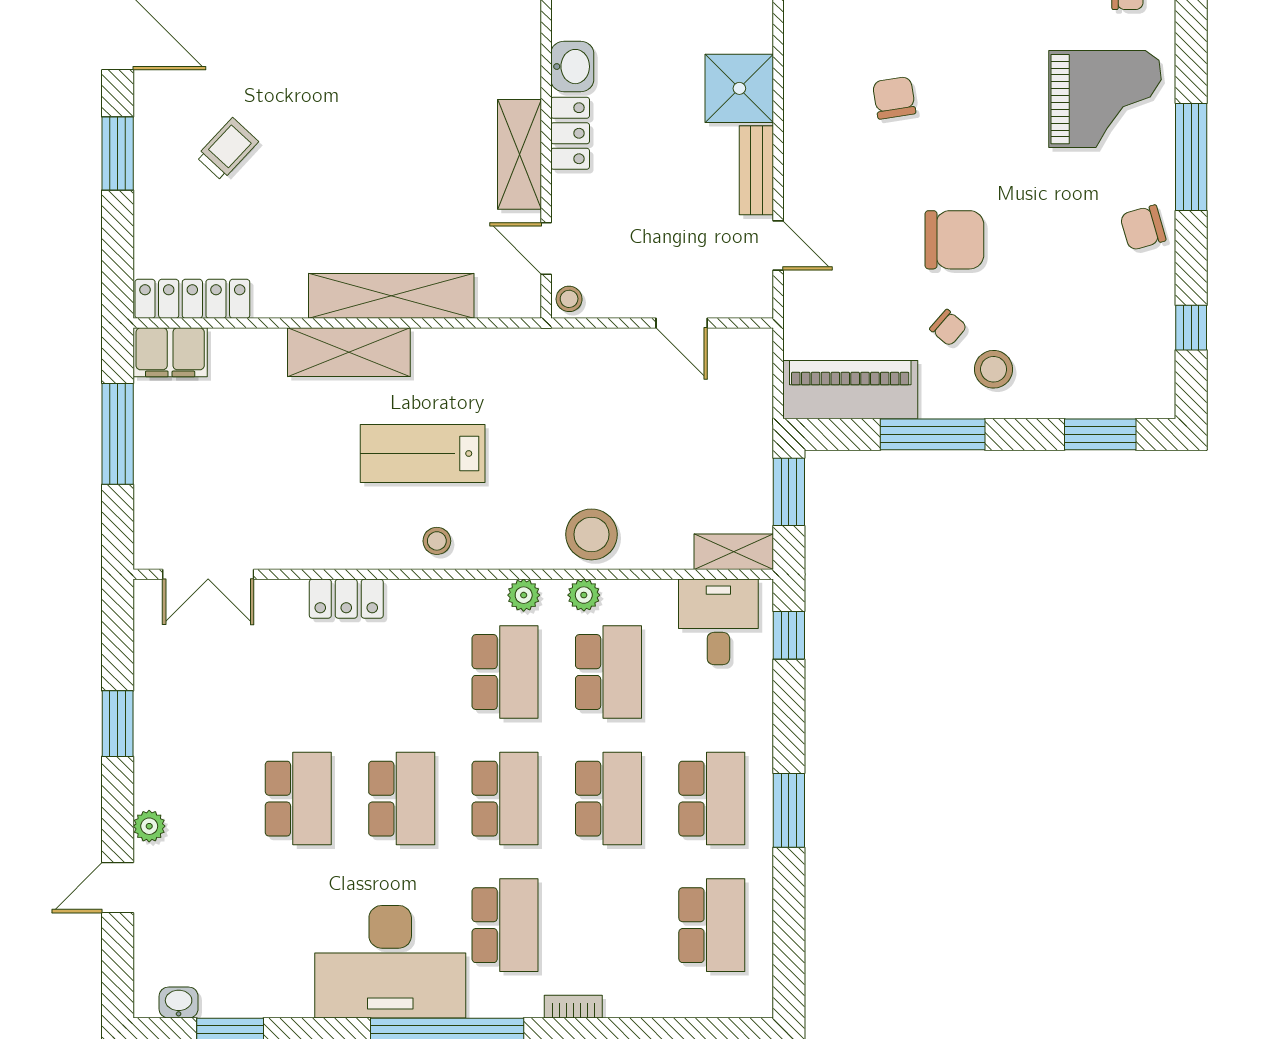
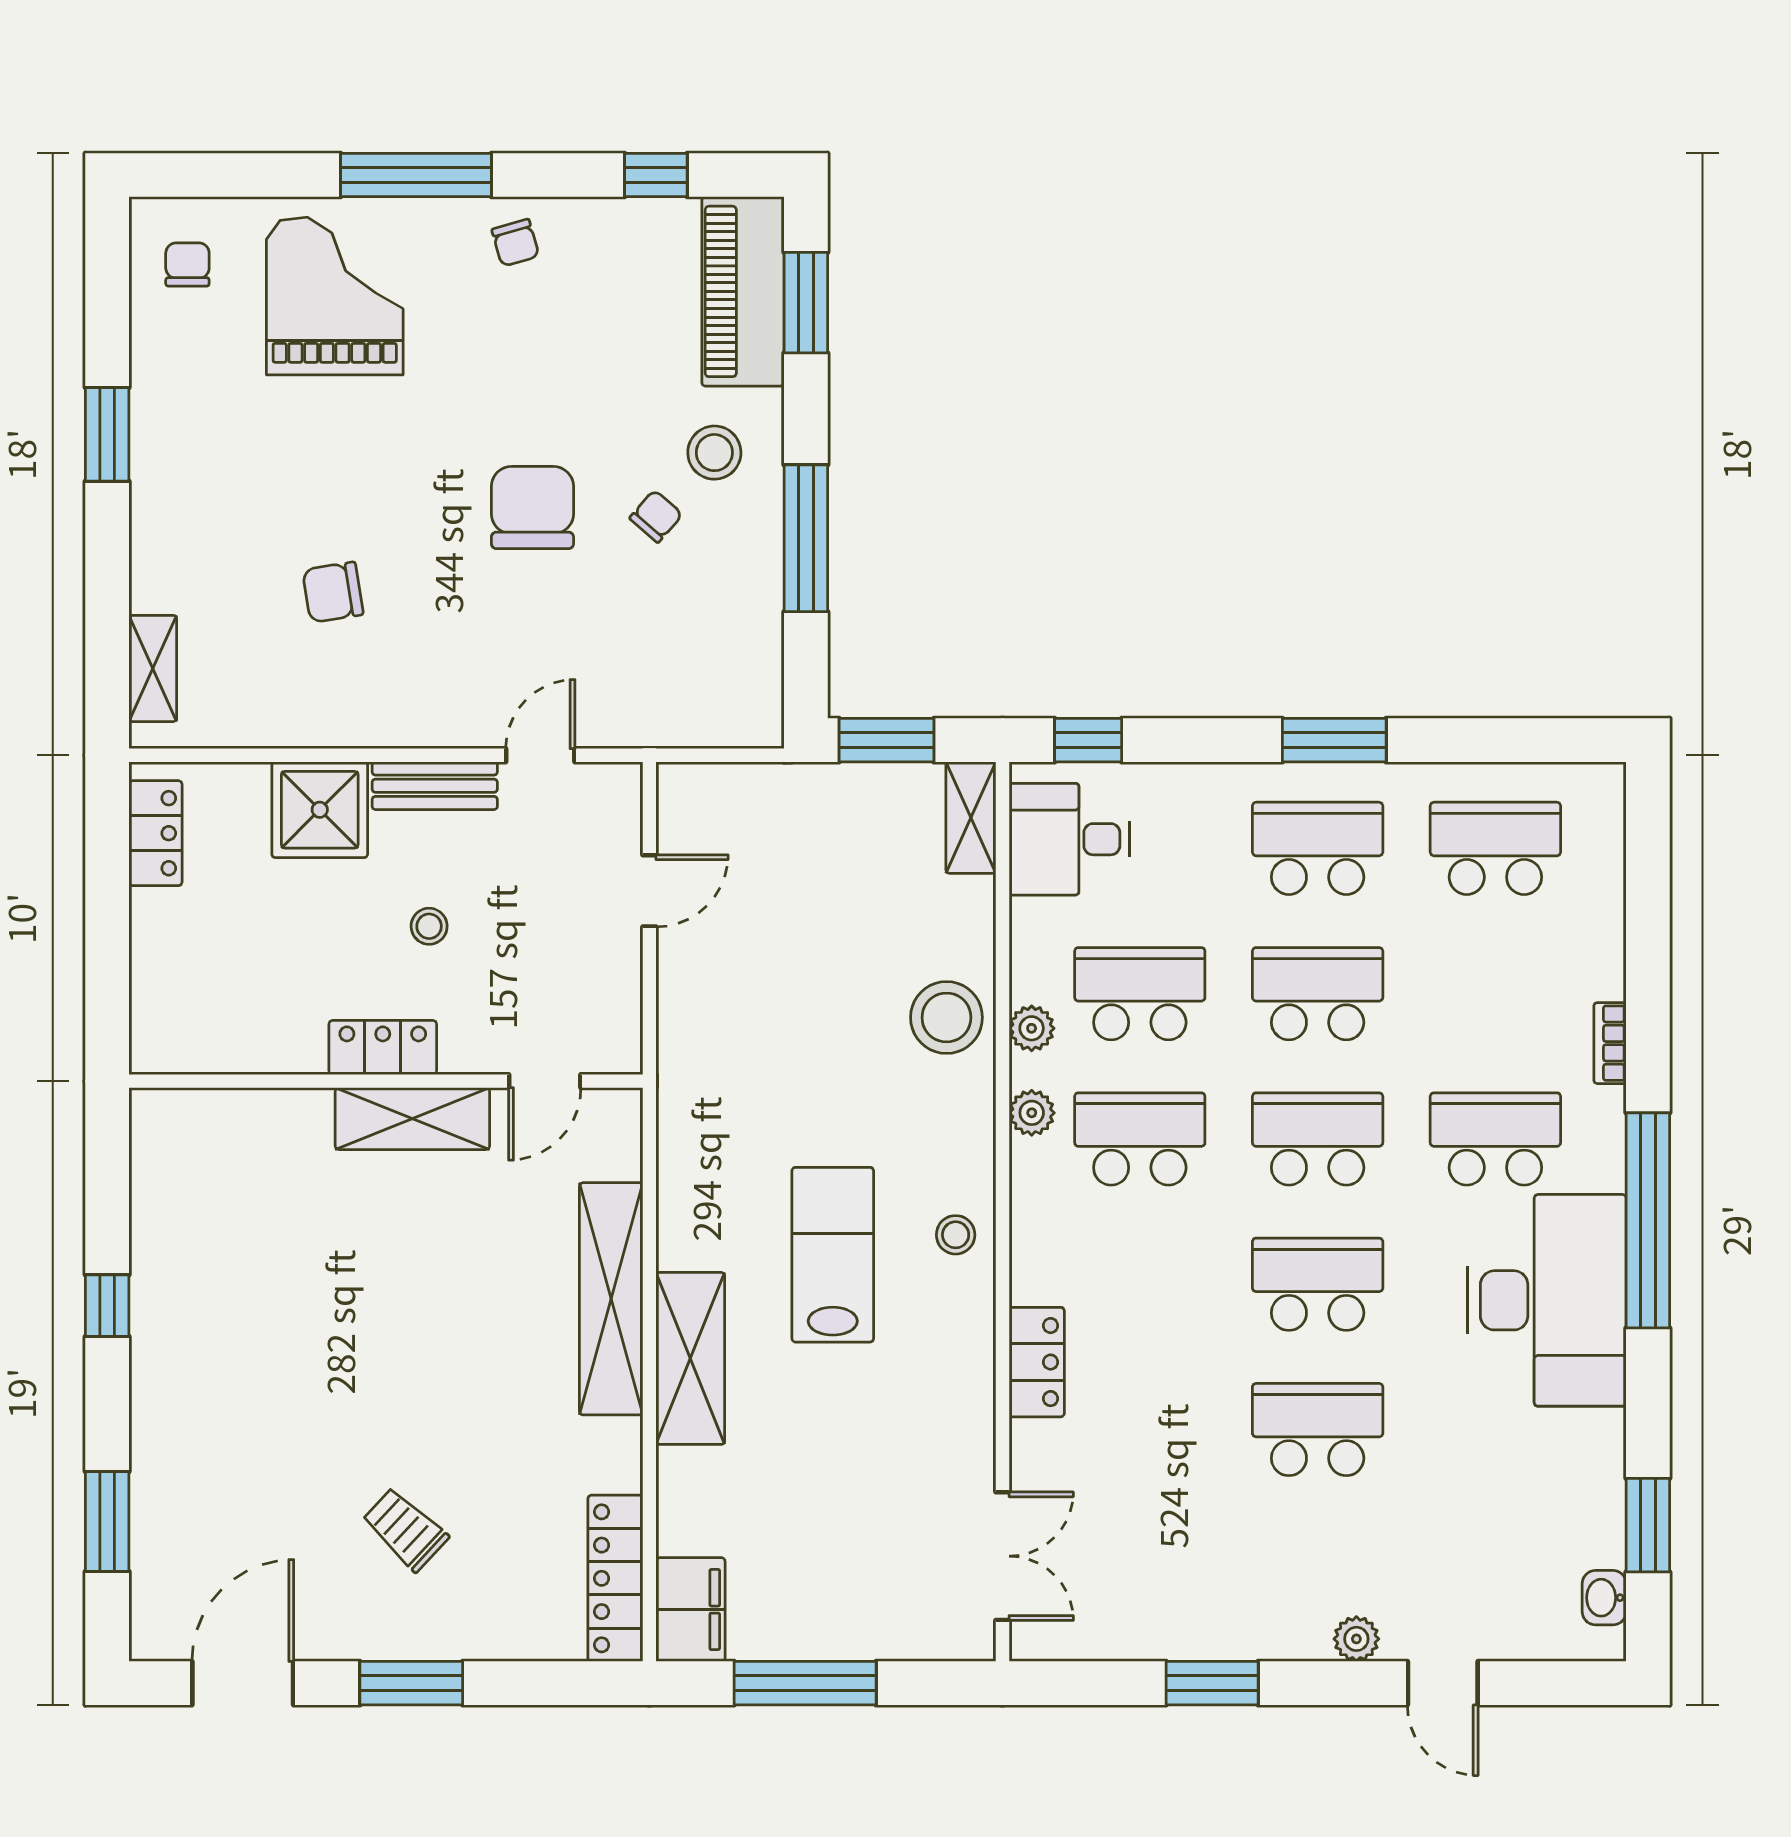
washbasin: (572, 67) -> (289, 1045), removed
chair: (1143, 228) -> (515, 243), width x0.73, depth x0.73
stool: (569, 299) -> (429, 926), moved
piano: (850, 390) -> (743, 291), moved
lab bench: (423, 454) -> (833, 1255), turned 180

